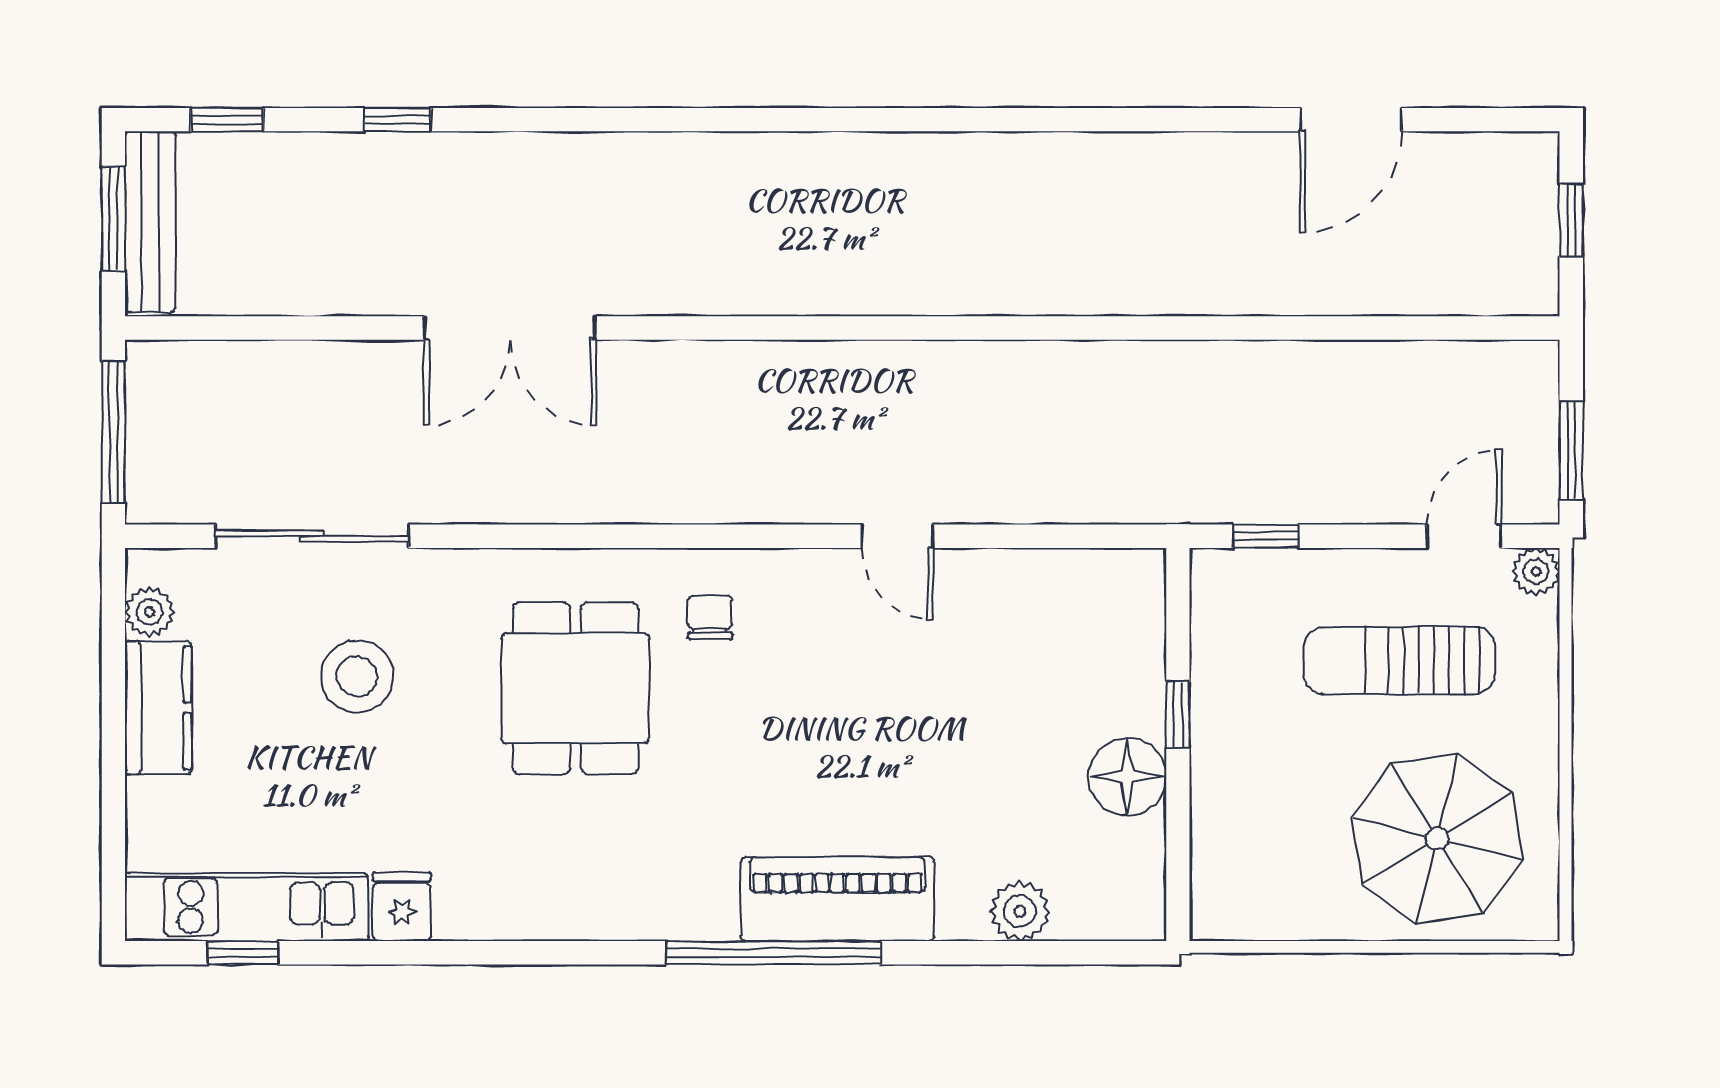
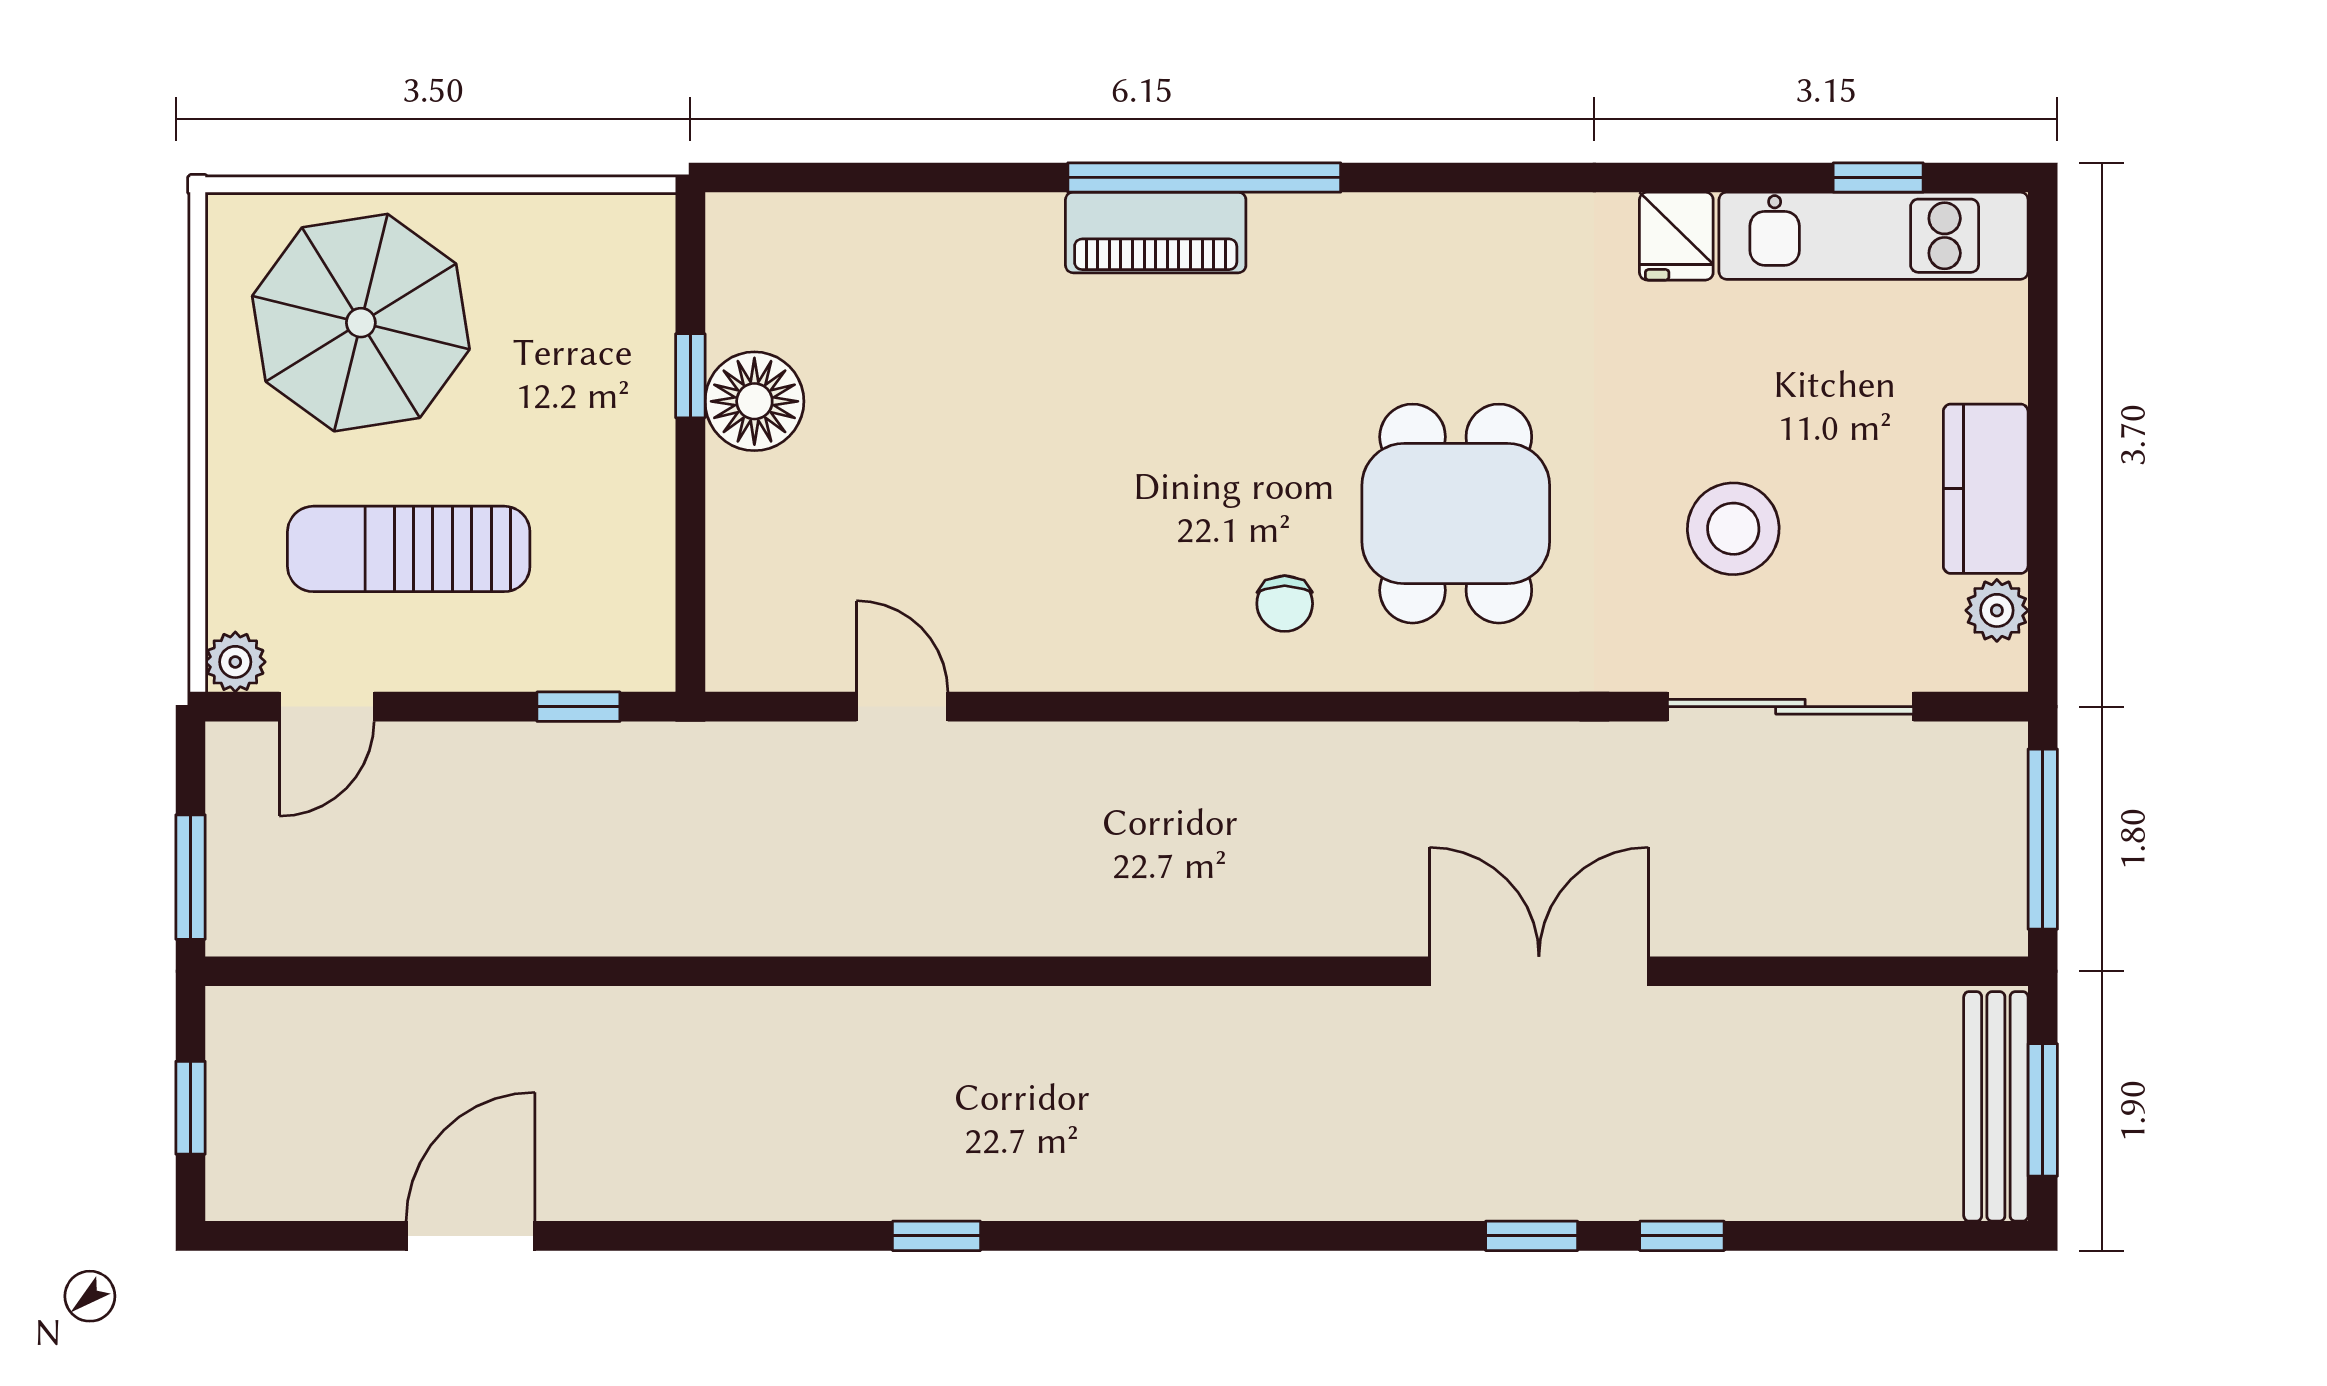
window: (227, 120) -> (1532, 1236), moved
window: (984, 120) -> (936, 1236), added
window: (1571, 450) -> (190, 877), moved
door: (897, 536) -> (902, 707), moved
sun lounger: (1399, 660) -> (409, 549), turned 180
window: (1178, 715) -> (690, 376), moved
piano: (838, 899) -> (1156, 232), width x0.73, depth x0.75
plant: (1020, 911) -> (891, 230), removed

